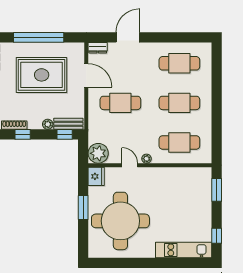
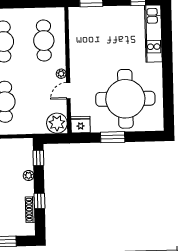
bench: (68, 124) -> (27, 154), removed

